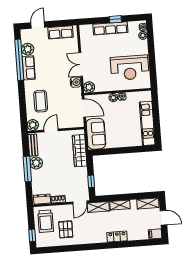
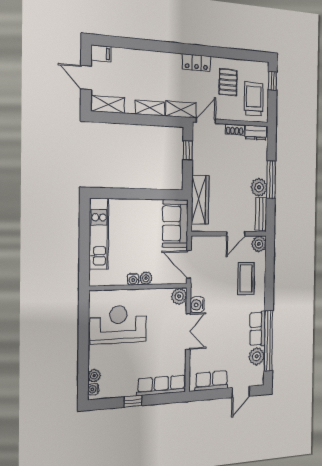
row of seats: (110, 28) -> (161, 385), moved
locker: (117, 237) -> (196, 63), moved

